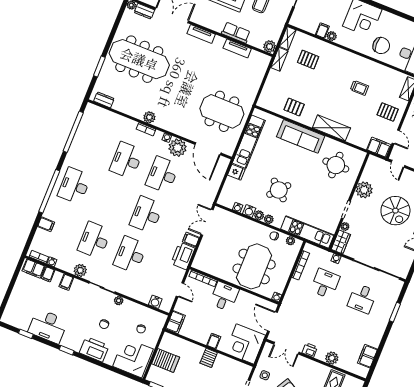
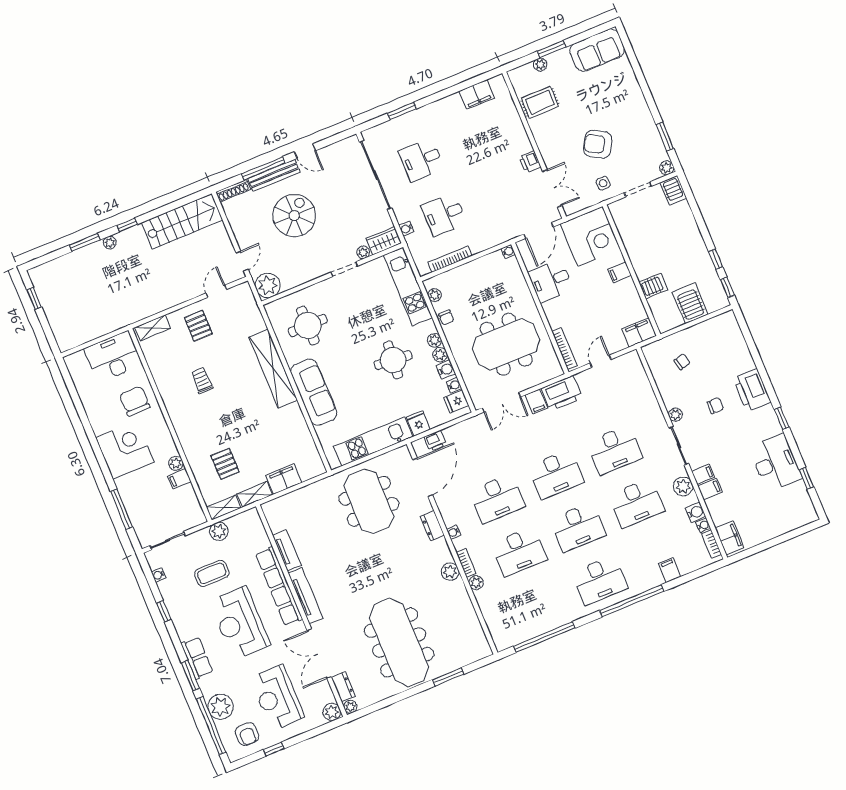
row of seats: (236, 33) -> (279, 586), width x2.02
tv unit: (201, 34) -> (306, 596), width x1.41
plant: (270, 46) -> (219, 531), moved
dresser: (104, 100) -> (432, 526), moved
pallet: (294, 107) -> (290, 430), removed
shelving: (331, 128) -> (273, 369), width x1.47
filing cabinet: (379, 147) -> (284, 479), moved, turned 90
plant: (178, 148) -> (476, 583), moved, width x0.53, depth x0.53
printer: (220, 172) -> (435, 441), added
round table: (279, 190) -> (393, 360), turned -37
plant: (364, 190) -> (268, 285), moved
desk: (110, 200) -> (578, 527), added
fridge: (229, 201) -> (456, 402), added
meeting table: (254, 266) -> (506, 344), moved
filing cabinet: (48, 274) -> (703, 474), moved
desk: (224, 296) -> (551, 281), moved
desk: (362, 299) -> (421, 160), turned 180
water cooler: (155, 302) -> (696, 512), moved
corner desk: (133, 358) -> (721, 341), removed
server rack: (209, 358) -> (653, 286), moved
plant: (332, 358) -> (516, 130), removed

